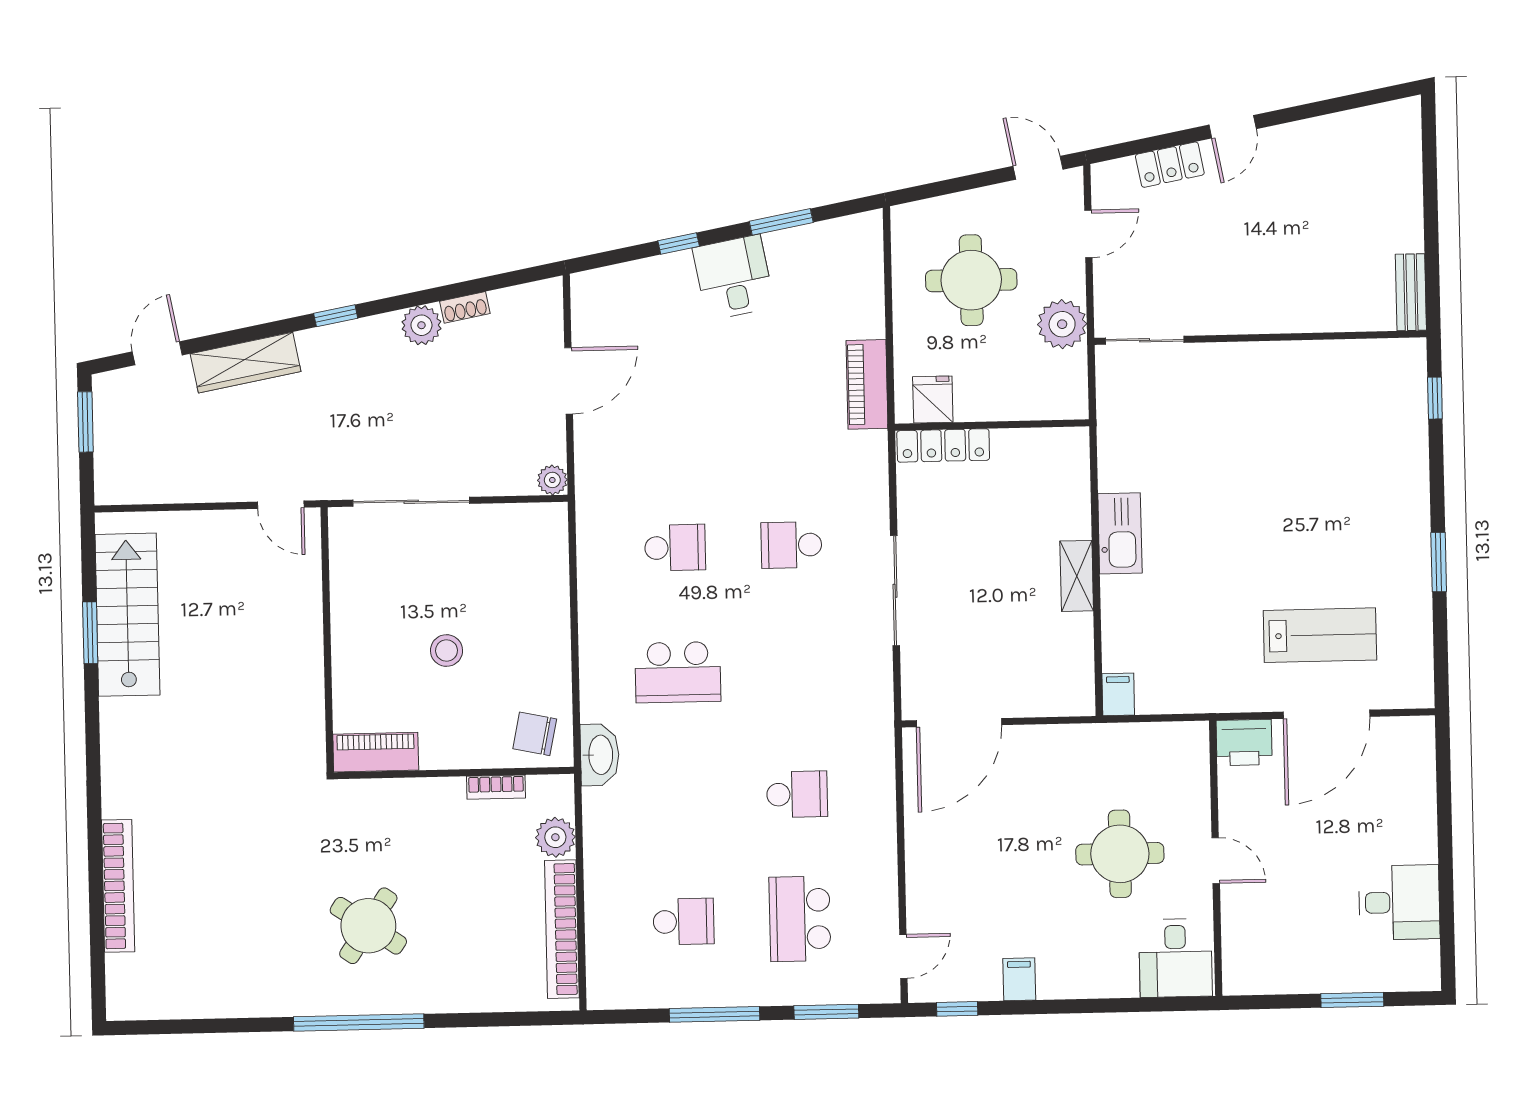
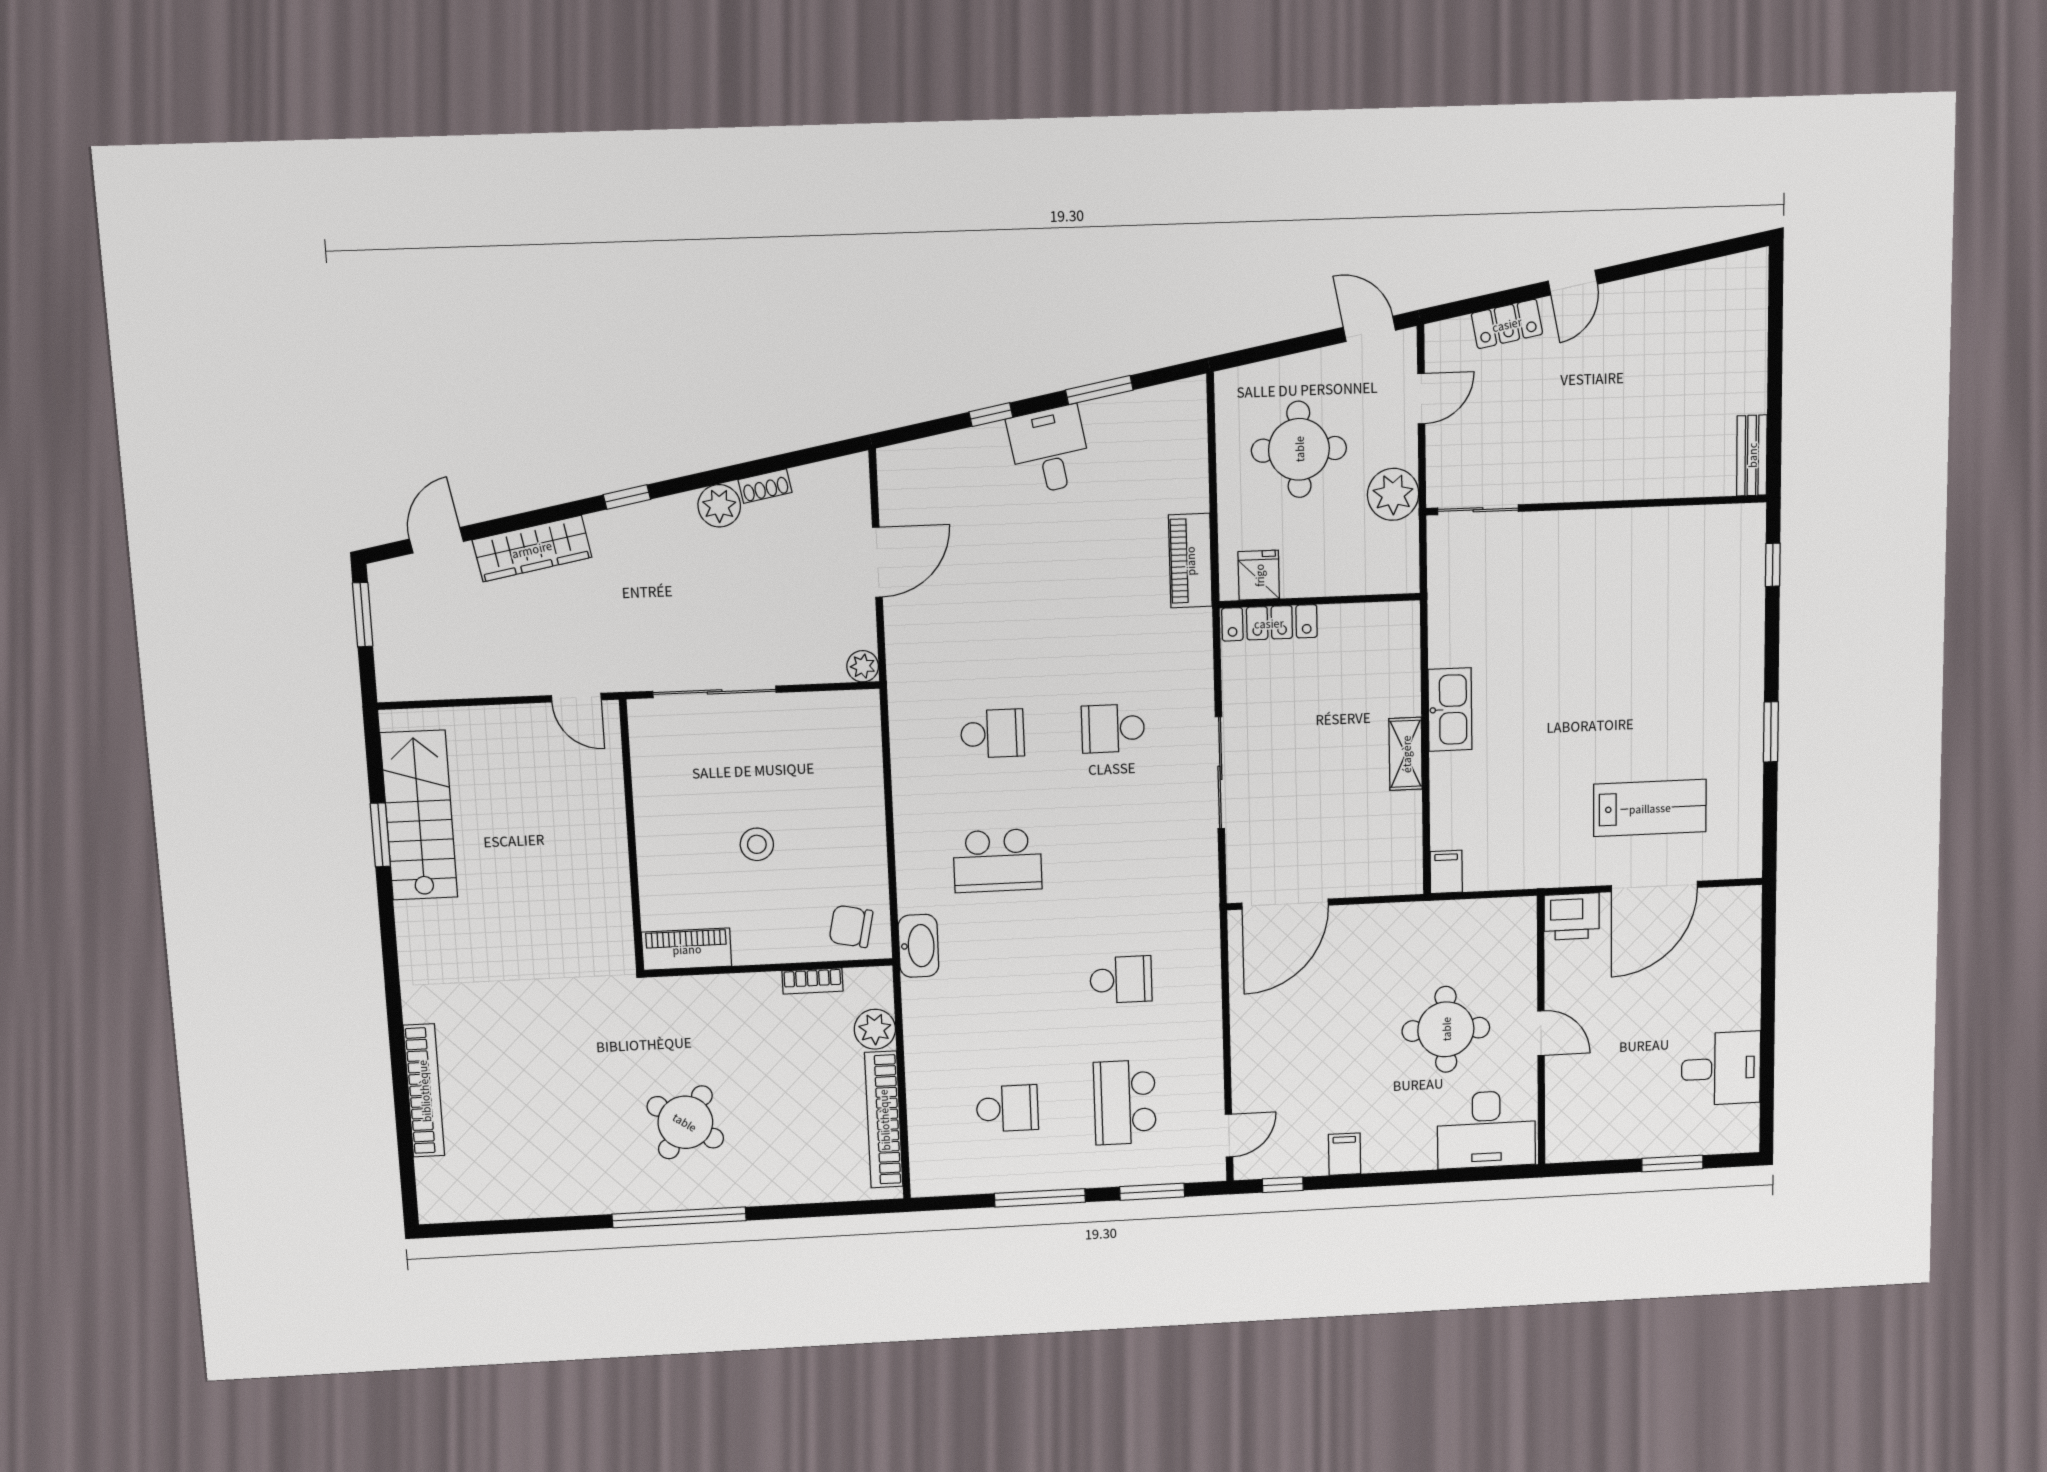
desk: (1175, 958) -> (1486, 1130), width x1.37

